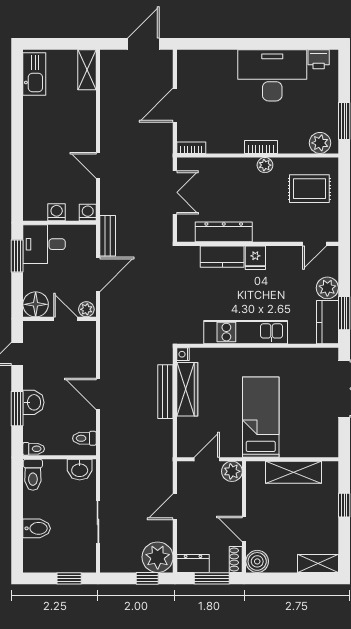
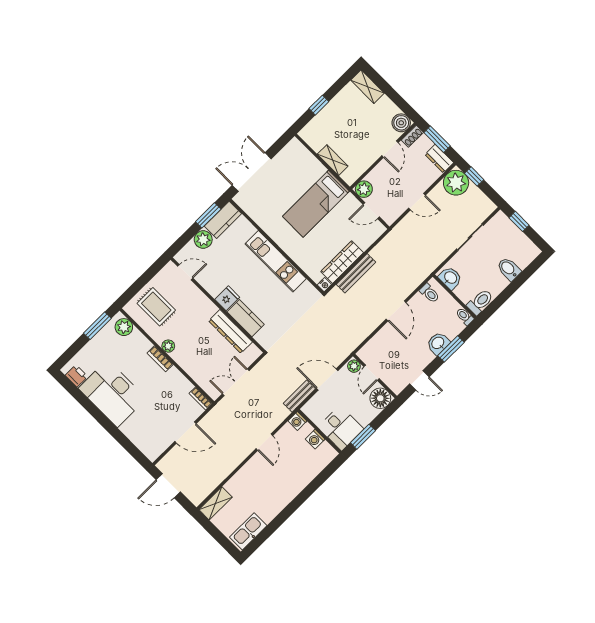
shelving: (293, 472) -> (333, 160), width x0.67, depth x0.75

